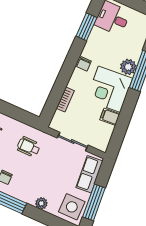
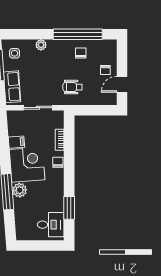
chair: (84, 64) -> (58, 162), moved
wheelchair: (29, 147) -> (73, 87), turned 180
side table: (72, 207) -> (15, 53), width x0.54, depth x0.54

